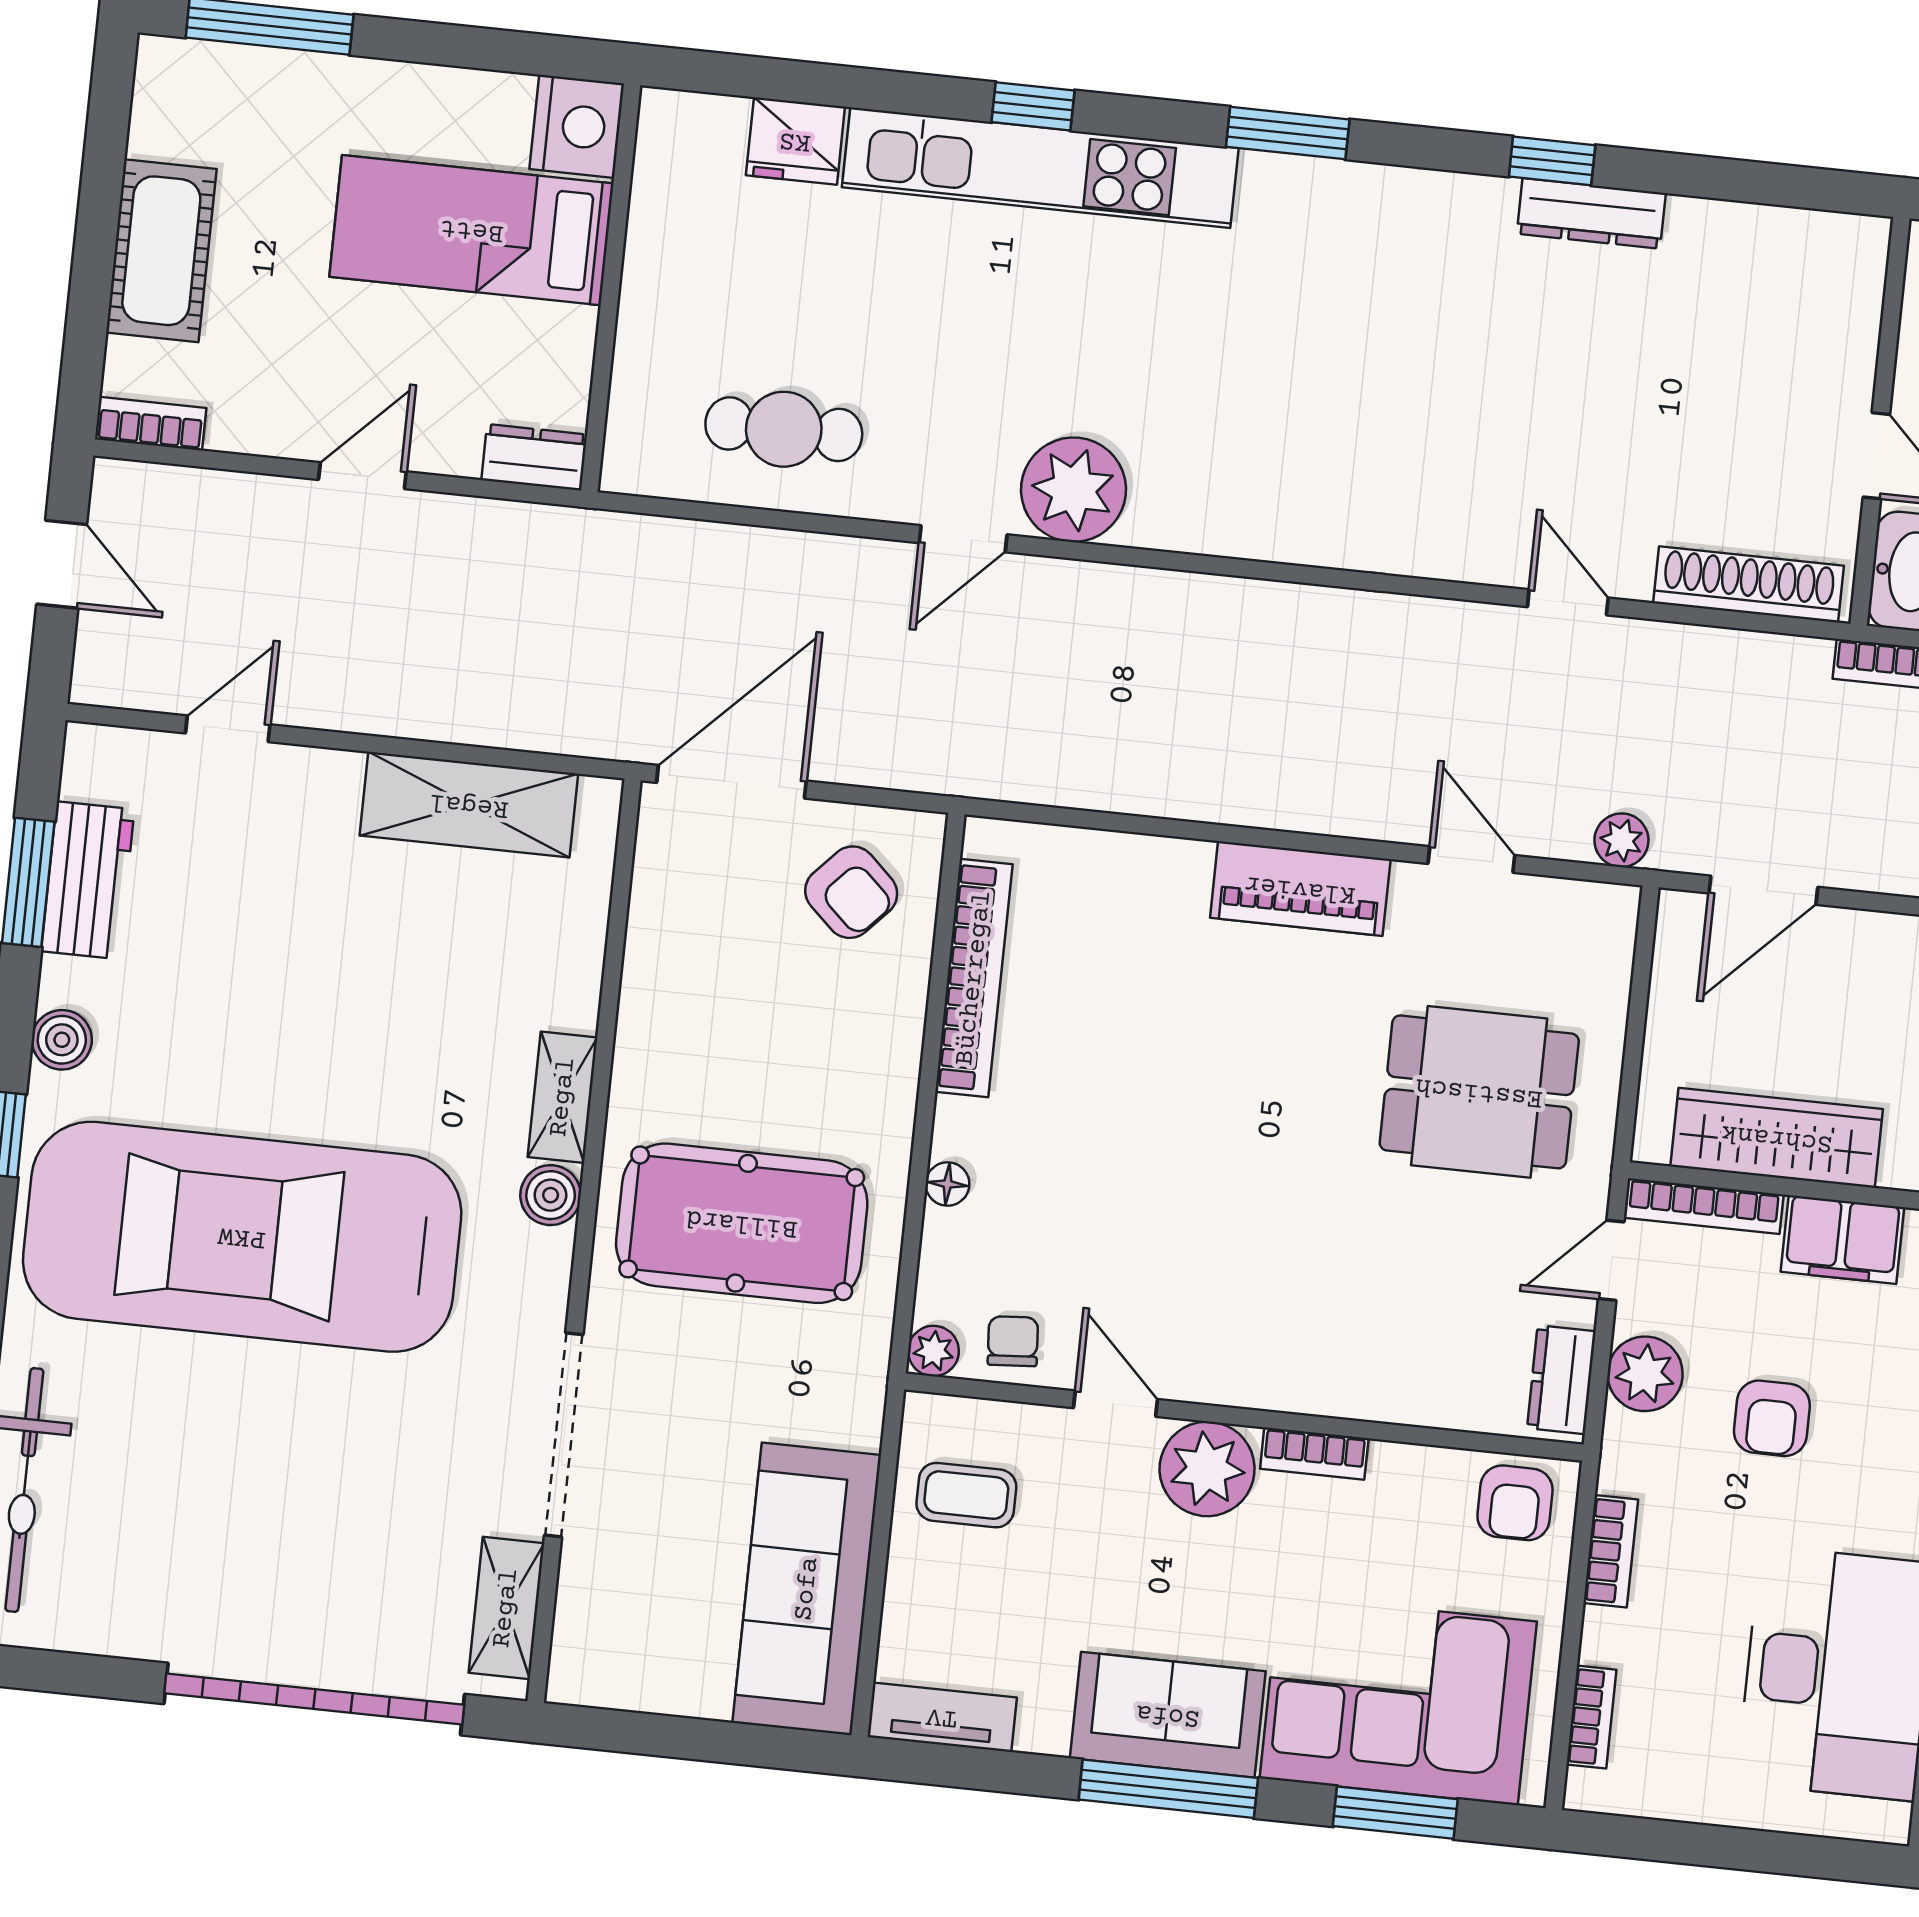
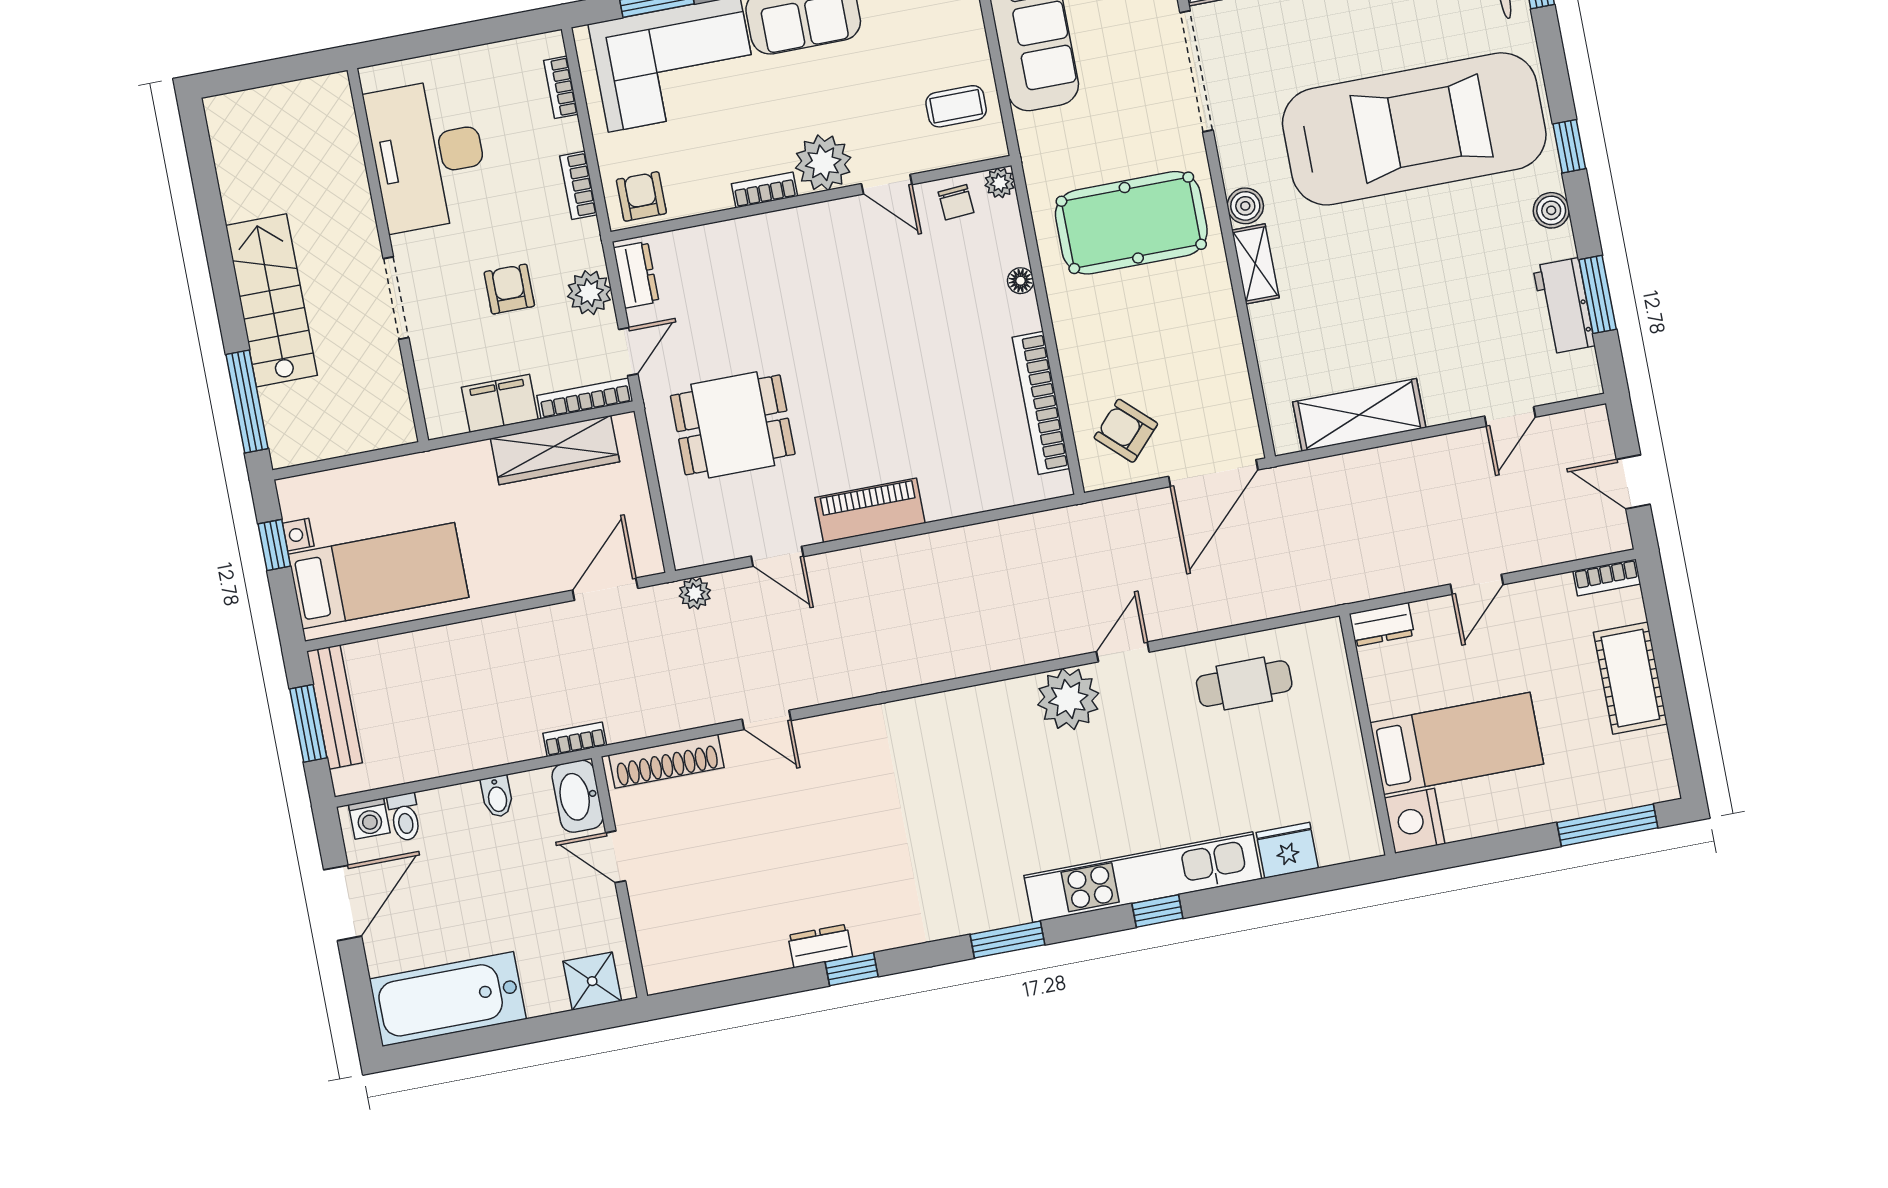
dresser: (1591, 213) -> (820, 946), width x0.70

